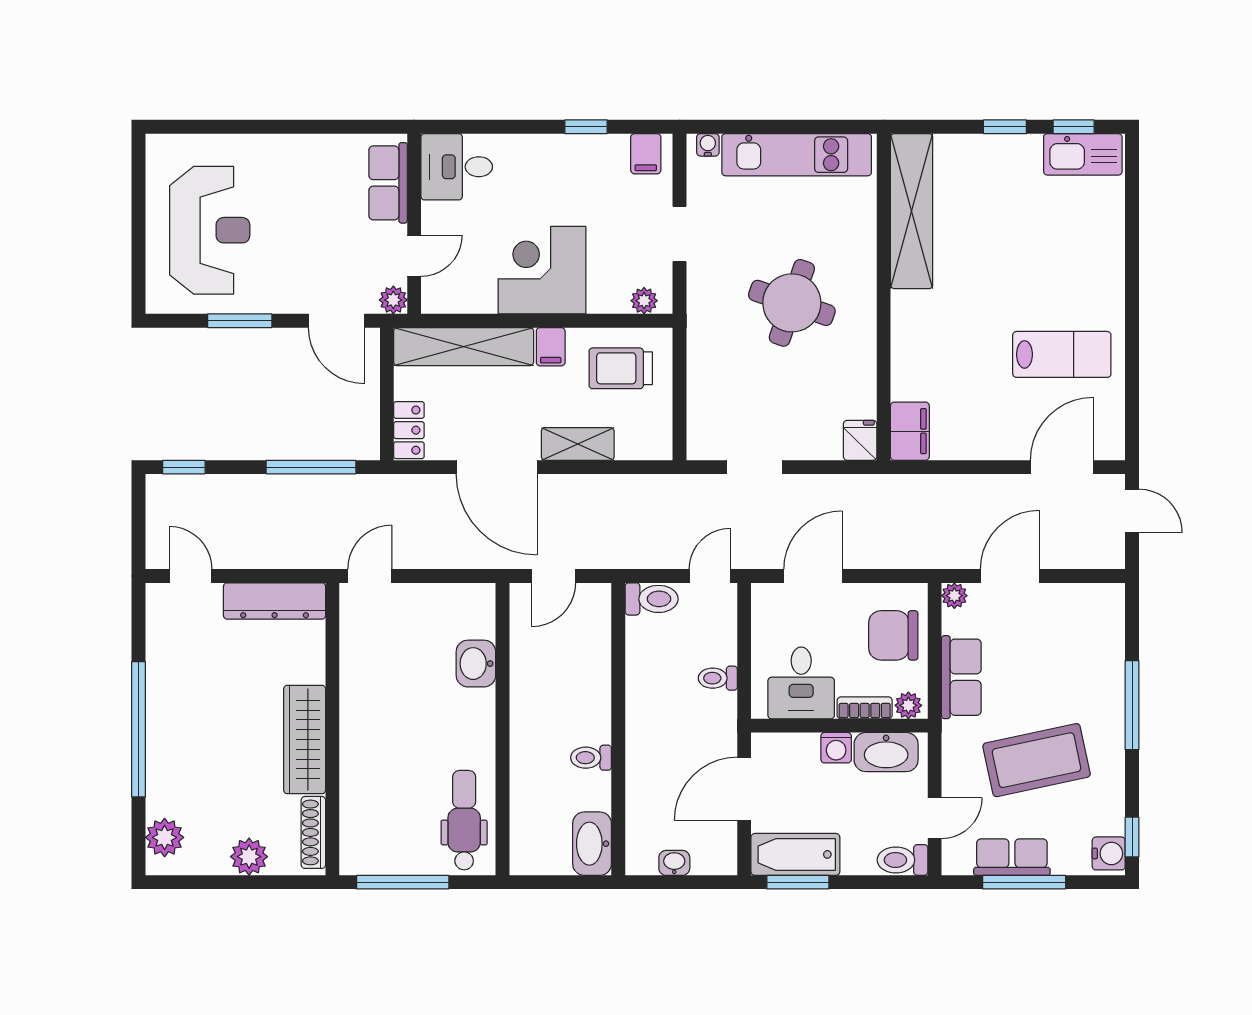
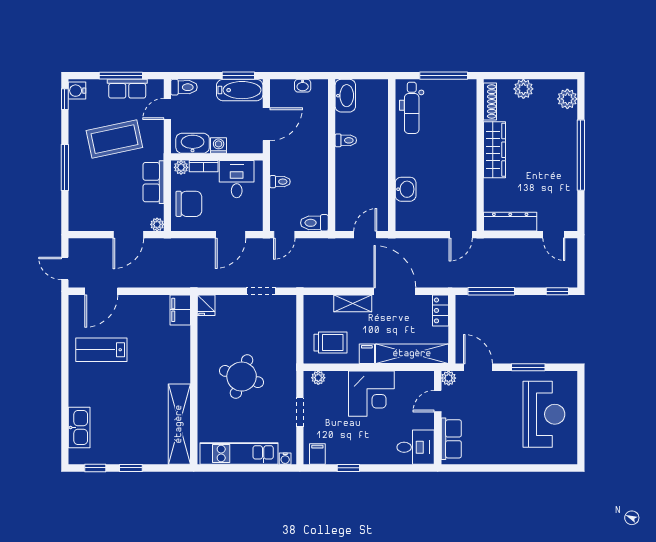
kitchen sink: (1083, 154) -> (79, 427), moved, turned 90
reception desk: (210, 230) -> (544, 414), turned 180

